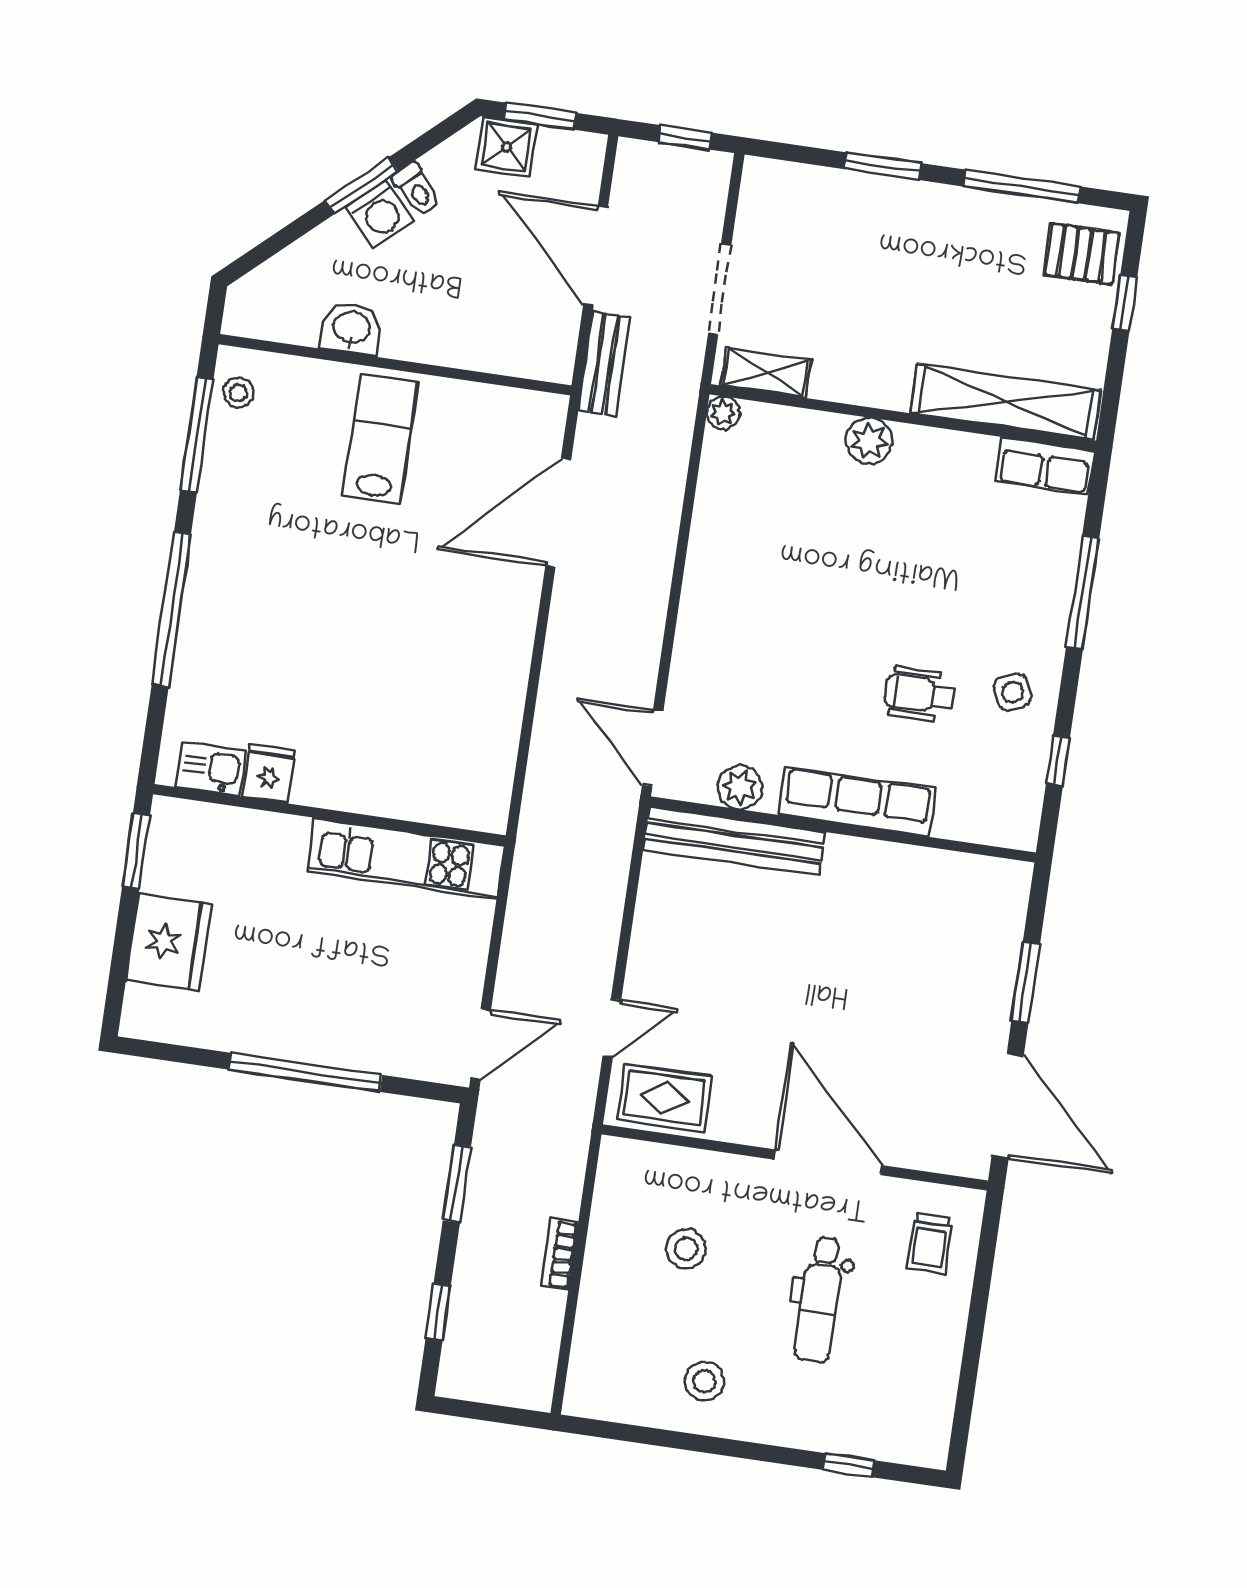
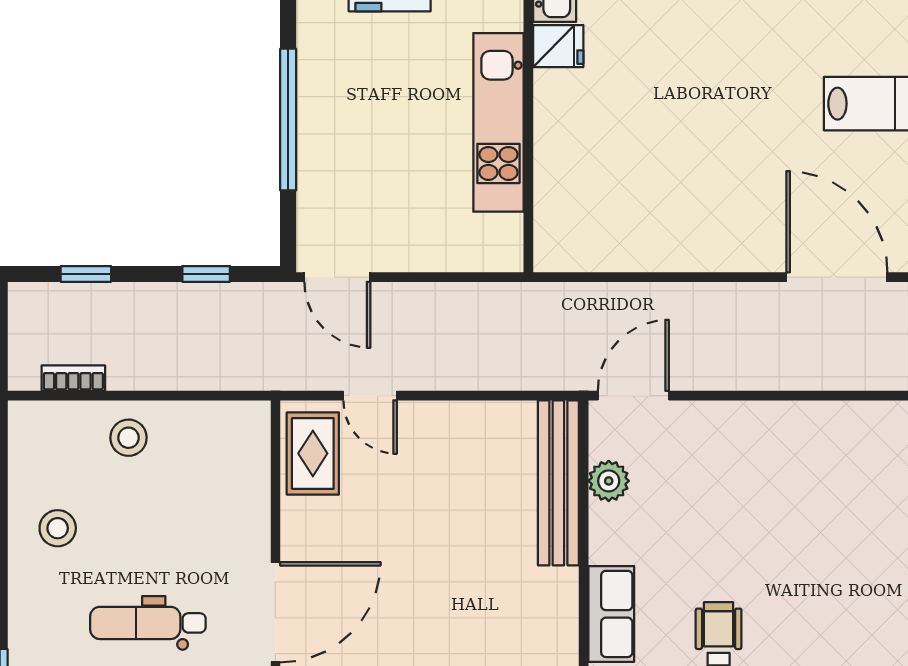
row of seats: (857, 802) -> (611, 614), width x0.68
kitchen unit: (406, 858) -> (498, 122), moved
window: (457, 1184) -> (206, 274), width x0.67
stool: (686, 1249) -> (129, 438), moved
bookcase: (560, 1254) -> (73, 378), moved

